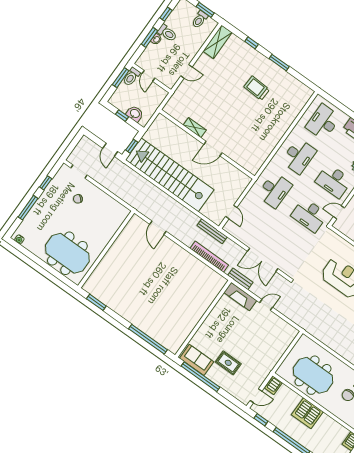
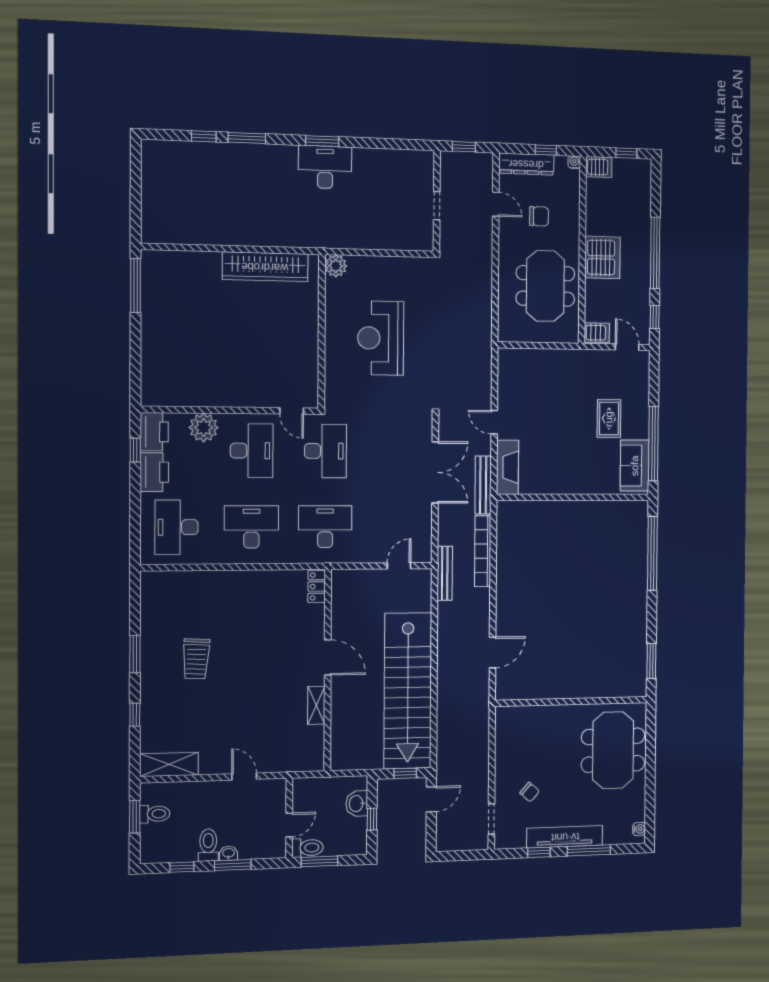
desk: (323, 122) -> (177, 527), turned 90
locker: (250, 167) -> (317, 586), added
tv unit: (44, 201) -> (565, 837), added
bench: (240, 279) -> (483, 485), width x1.36

